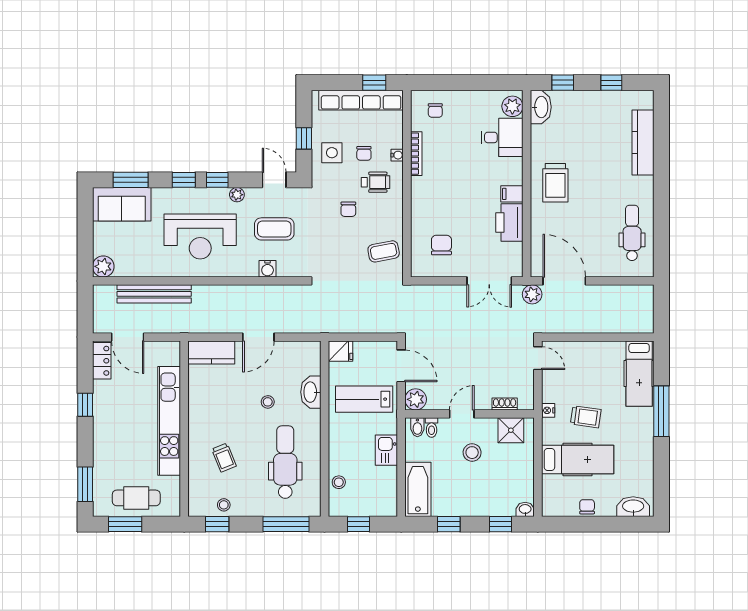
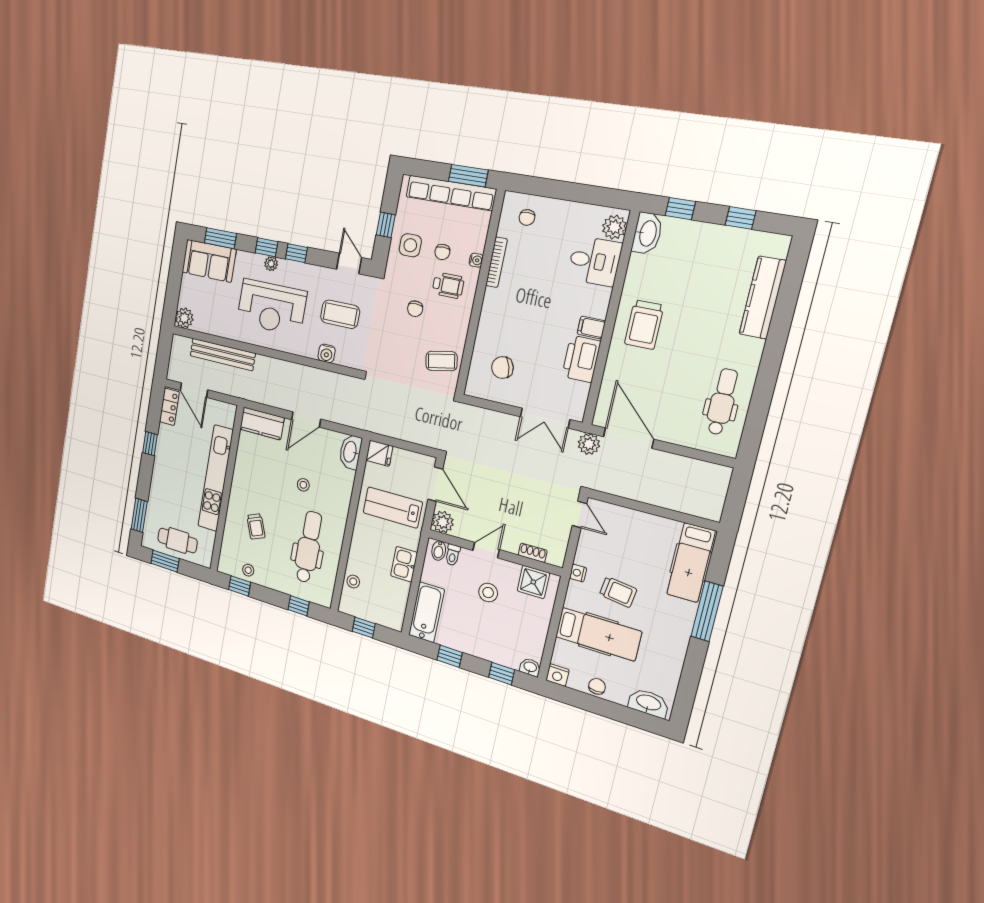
window: (374, 83) -> (468, 176), width x1.50
plant: (237, 195) -> (271, 264), moved
chair: (441, 245) -> (502, 368), turned -106
washbasin: (311, 392) -> (350, 452), moved
nightstand: (551, 508) -> (557, 675), added
window: (286, 524) -> (299, 606), width x0.46

